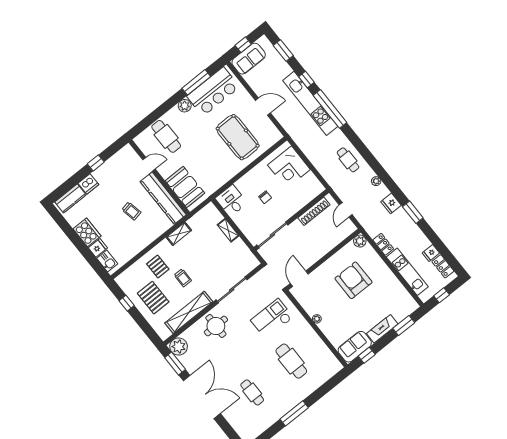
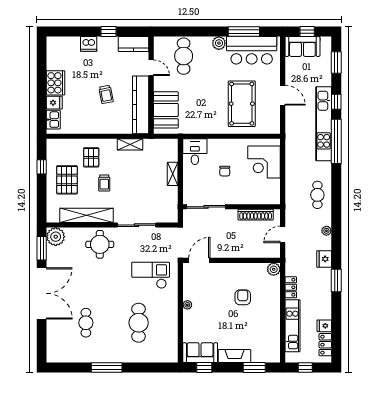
kitchen counter: (70, 198) -> (134, 44), moved
armchair: (353, 280) -> (243, 297), width x0.53, depth x0.53

